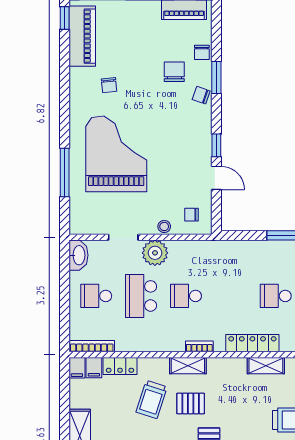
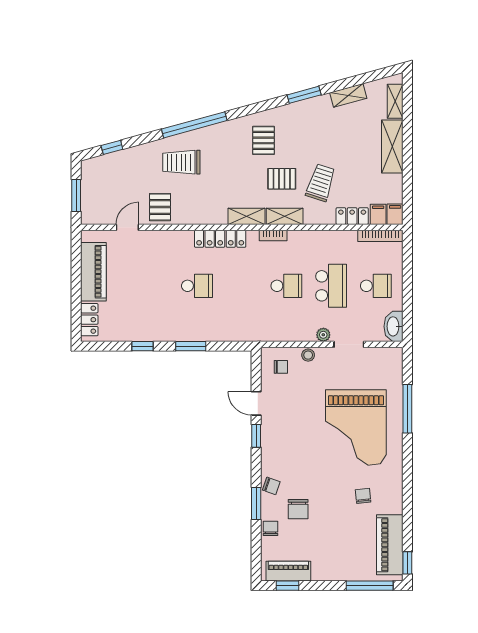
plant: (155, 253) -> (323, 335), width x0.53, depth x0.53
shelving: (266, 366) -> (247, 216), moved

